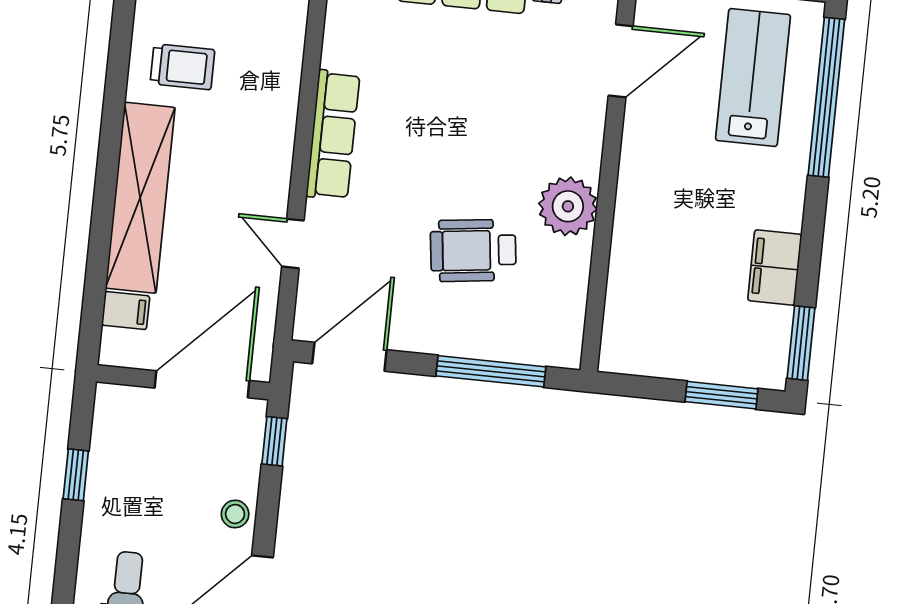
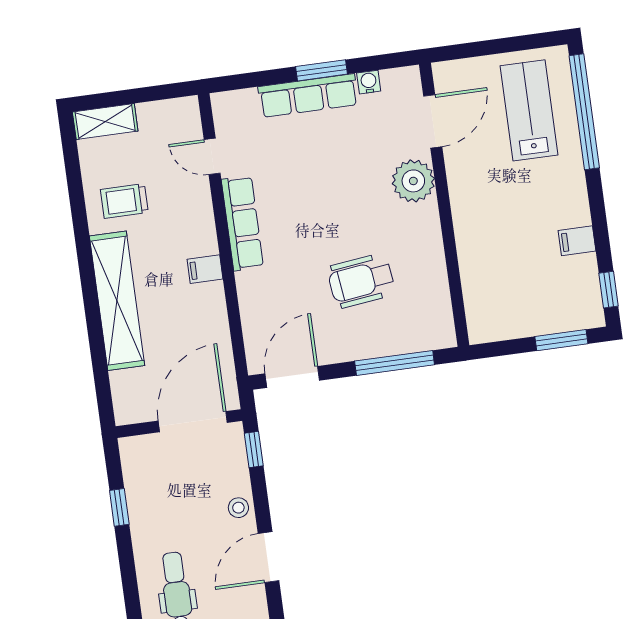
trolley: (182, 67) -> (124, 201), turned 180
plant: (568, 206) -> (413, 181), moved
door: (293, 244) -> (212, 156), moved
filing cabinet: (775, 267) -> (577, 241), width x0.50
filing cabinet: (126, 311) -> (205, 269), moved, turned 180
window: (801, 343) -> (609, 290), width x0.67

